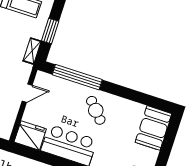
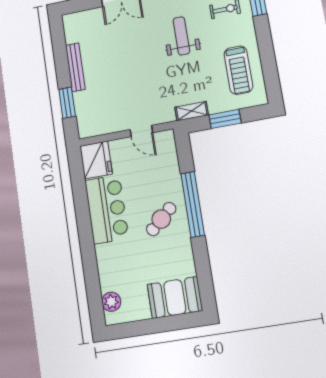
window: (77, 77) -> (193, 204), moved

